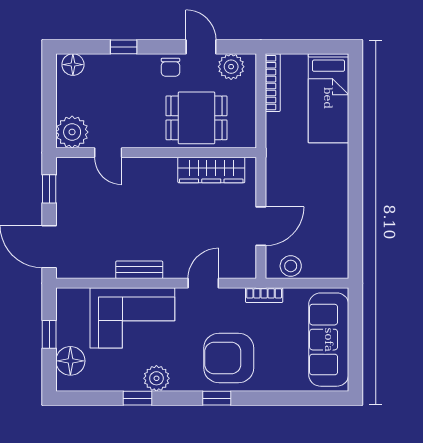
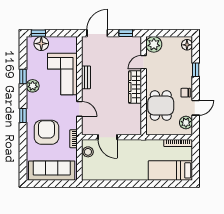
wardrobe: (211, 170) -> (135, 87), moved
window: (49, 334) -> (38, 33), moved
armchair: (229, 358) -> (46, 132), moved

